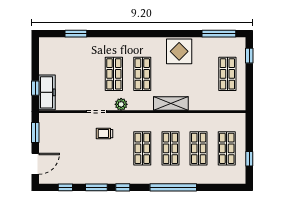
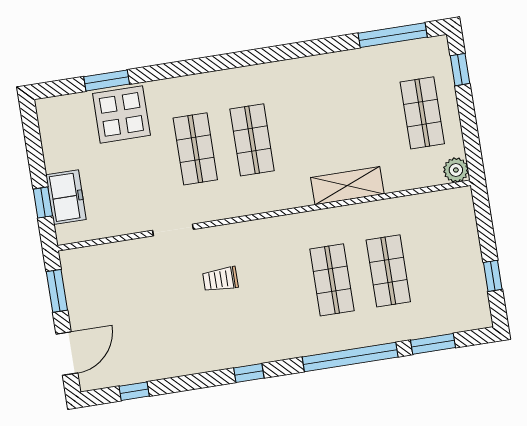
display table: (179, 51) -> (121, 114), moved
freezer: (47, 92) -> (66, 197), width x0.71
plant: (121, 104) -> (456, 170), moved
shelving: (171, 104) -> (347, 186), moved
trolley: (105, 134) -> (220, 279), moved
shop shelf: (142, 148) -> (276, 289), removed
shop shelf: (227, 148) -> (445, 262), removed
window: (96, 187) -> (433, 344), moved

